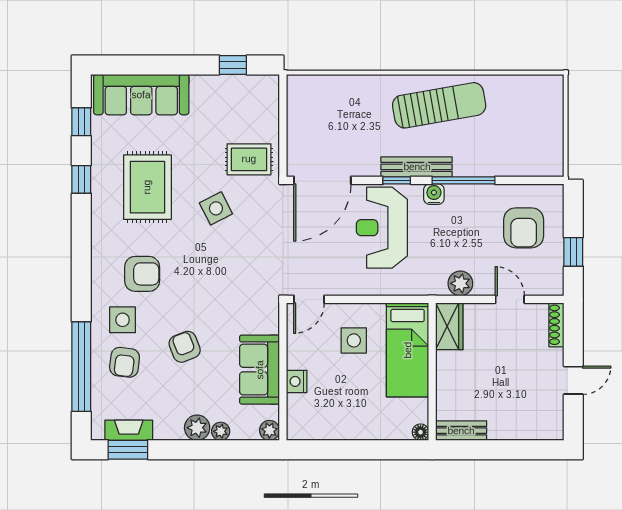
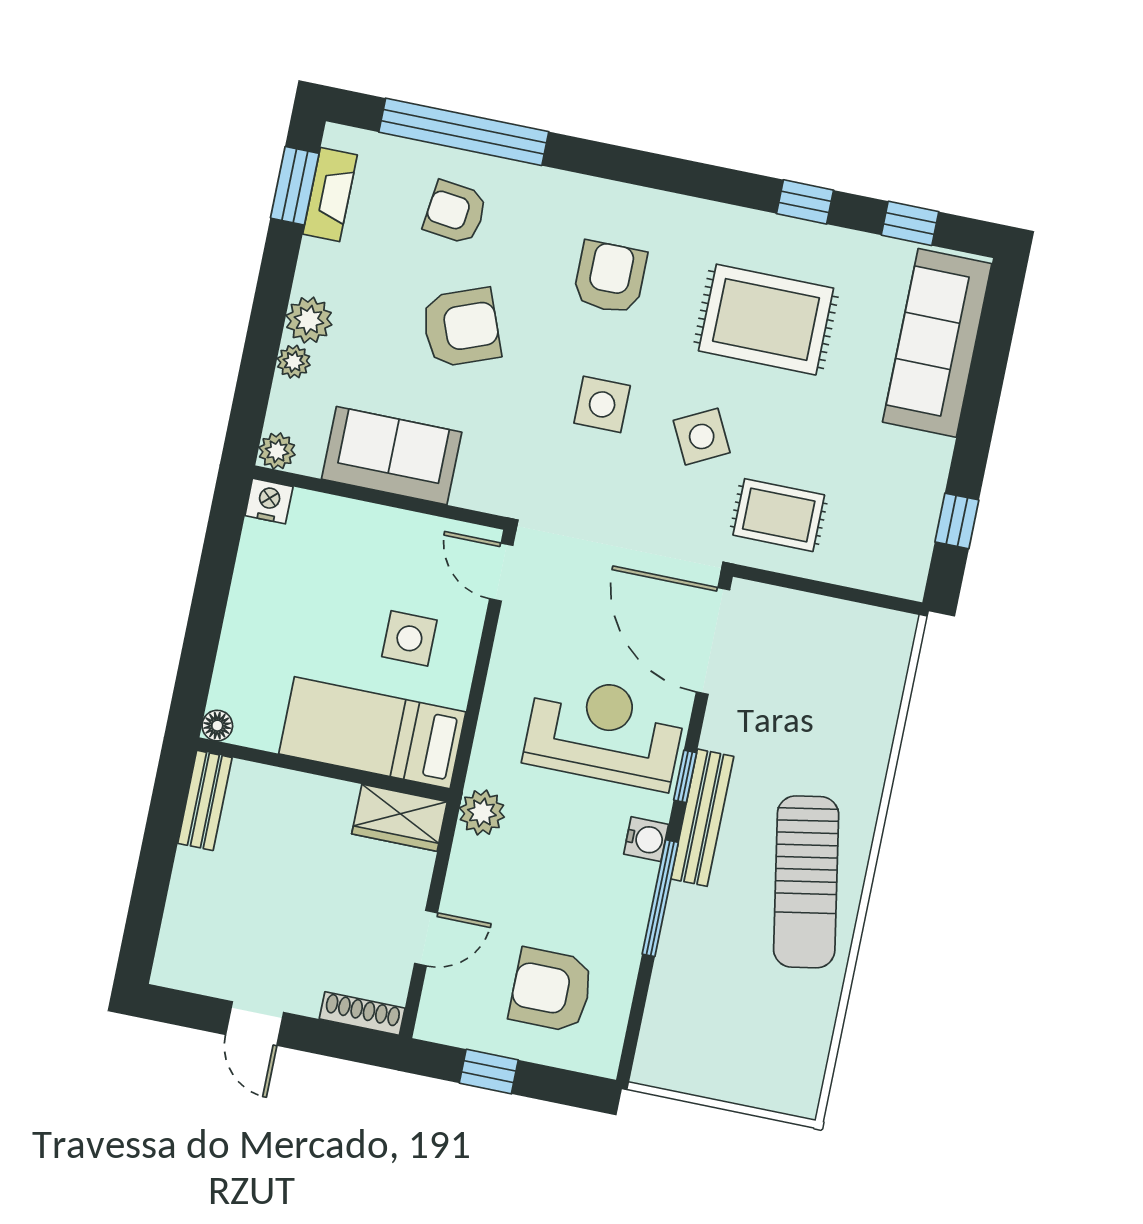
rug: (249, 159) -> (779, 515), turned 90
armchair: (142, 274) -> (610, 277), turned 180
plant: (460, 283) -> (482, 812), moved
side table: (123, 320) -> (602, 404), moved
armchair: (185, 347) -> (461, 328), width x1.38, depth x1.38
nightstand: (297, 381) -> (269, 501), moved

